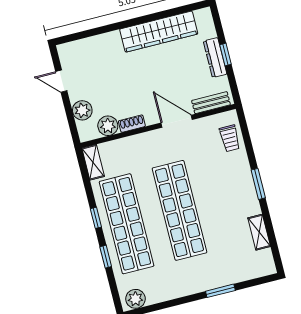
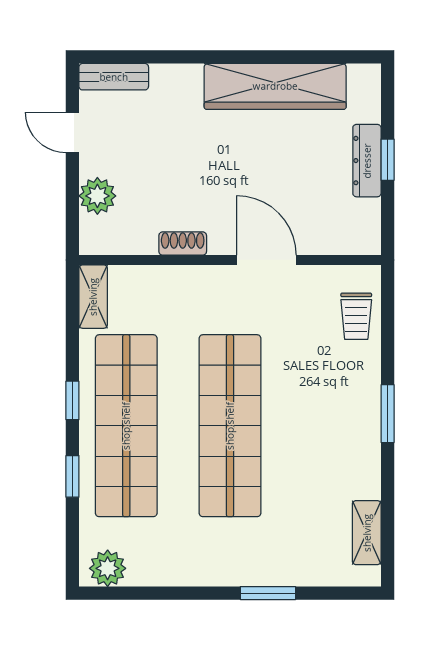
bench: (211, 103) -> (114, 77), moved
plant: (108, 126) -> (137, 236), removed
shelving: (259, 232) -> (367, 533), moved

